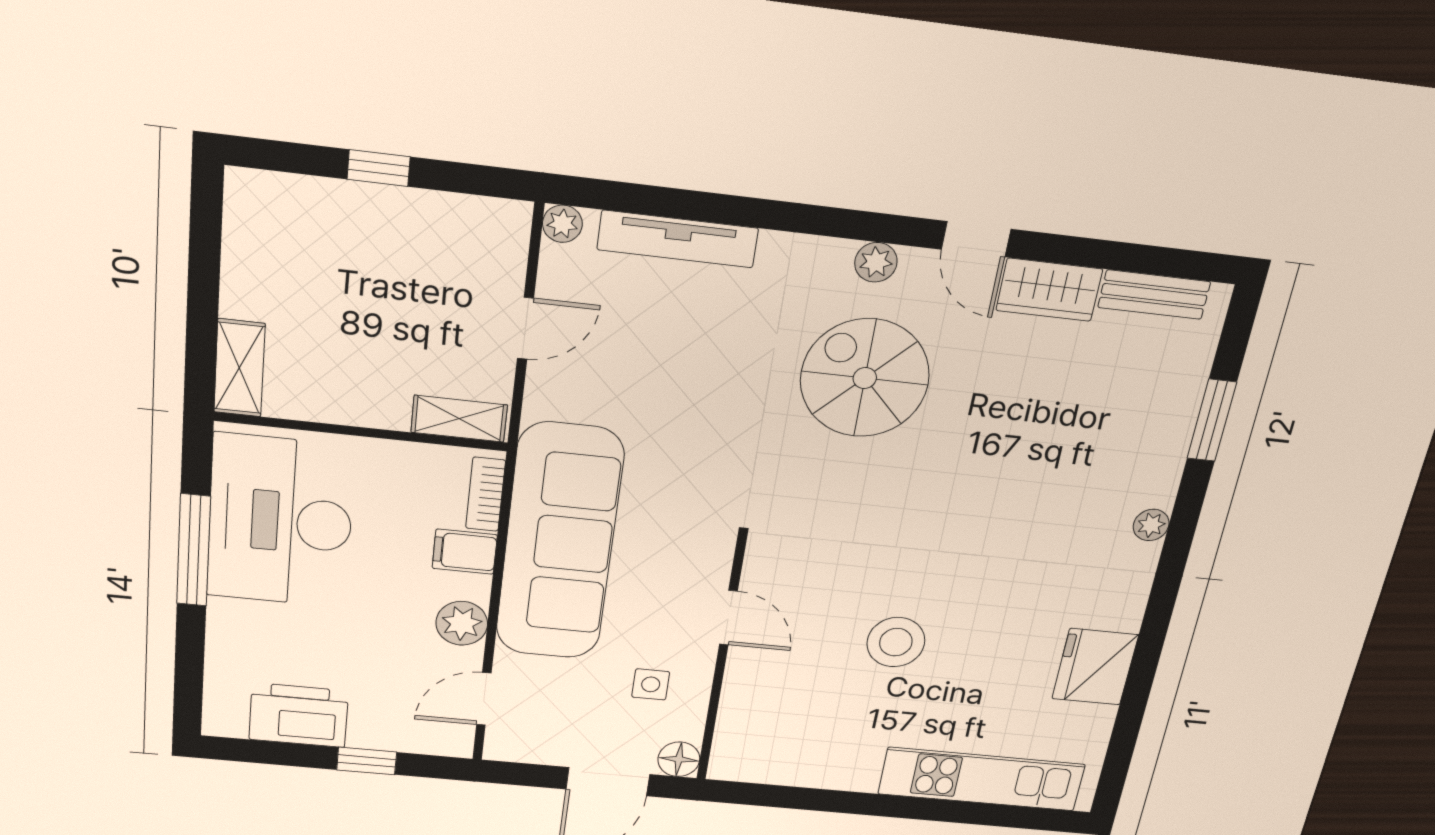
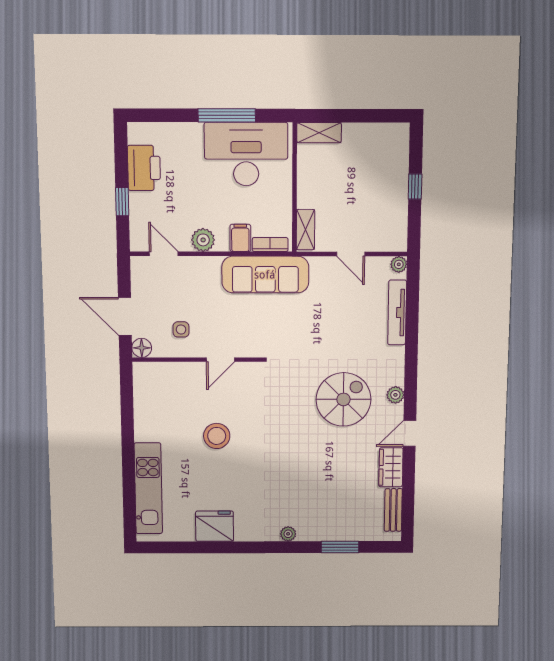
sofa: (559, 543) -> (265, 275), width x0.74, depth x0.79

